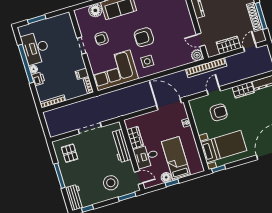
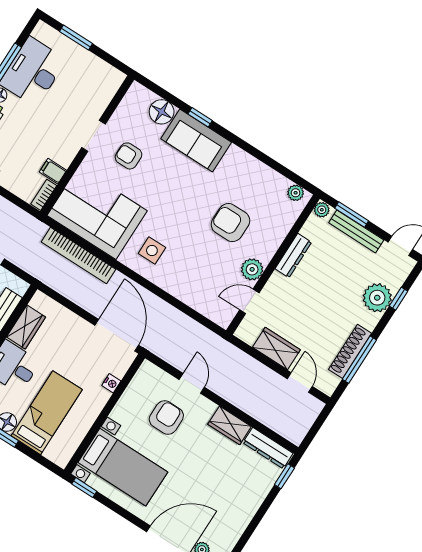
armchair: (144, 37) -> (230, 223), moved
door: (201, 40) -> (249, 301), hinge flipped
door: (250, 47) -> (300, 383), hinge flipped
plant: (197, 55) -> (252, 269), moved
bookcase: (206, 68) -> (78, 256), moved
door: (214, 91) -> (192, 383), hinge flipped
armchair: (219, 112) -> (166, 418), turned -90

